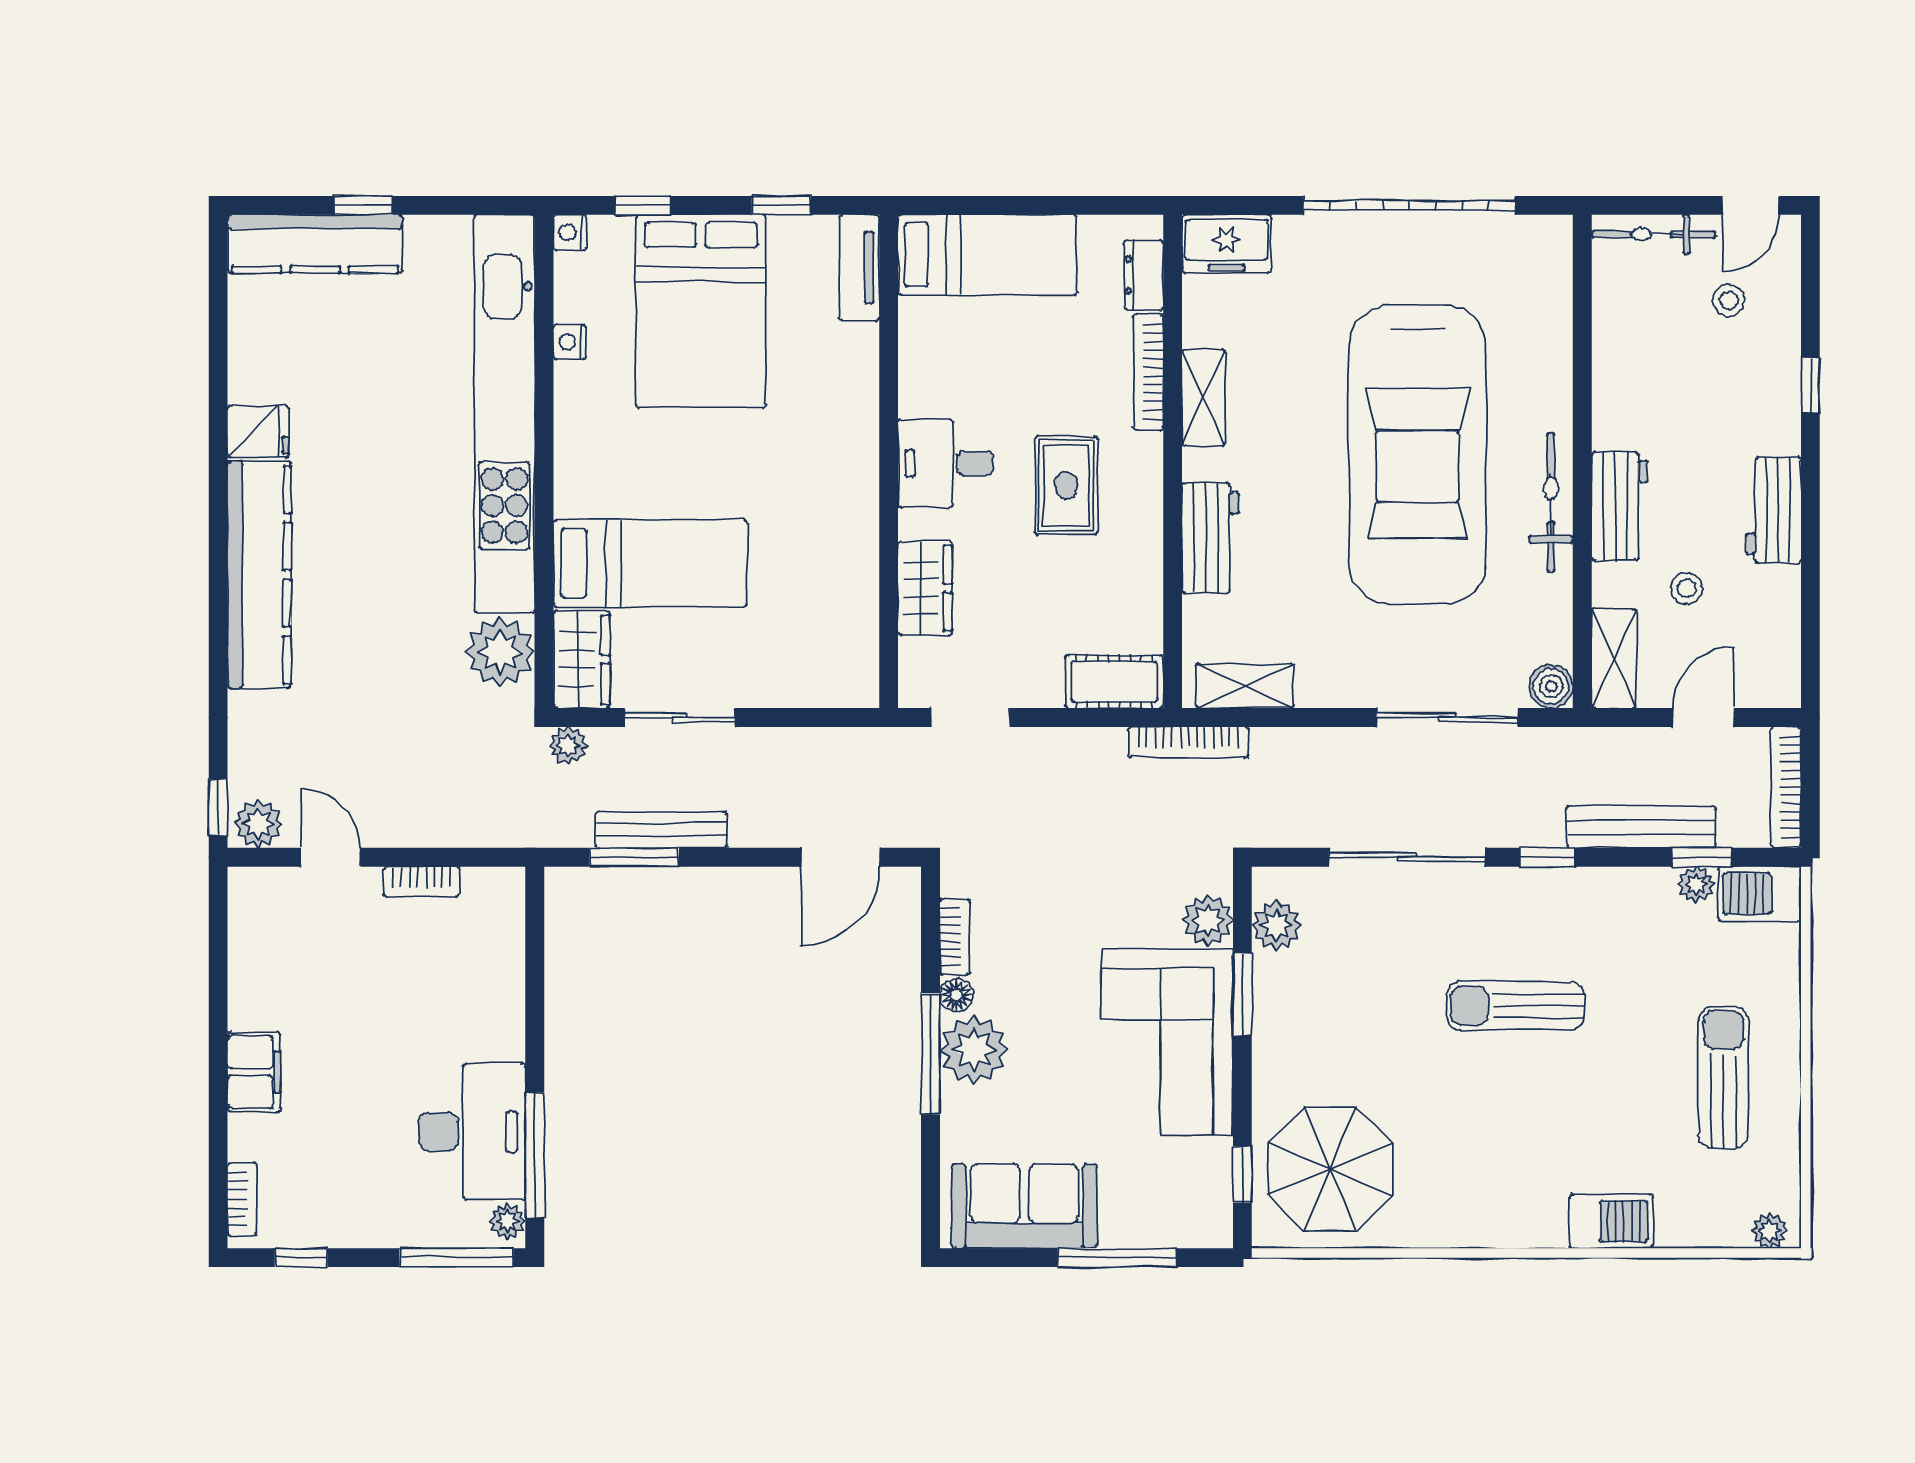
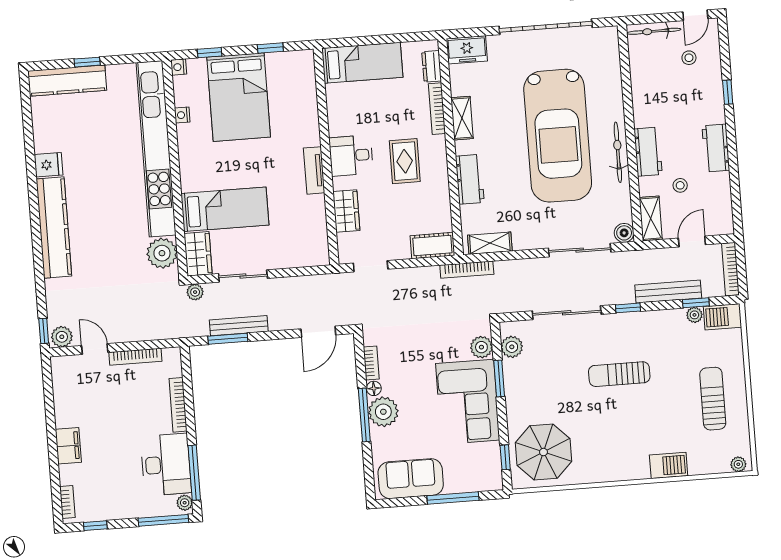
tv unit: (859, 268) -> (314, 170), moved
bookcase: (422, 882) -> (135, 357), width x1.56
bookcase: (510, 998) -> (178, 405), added

